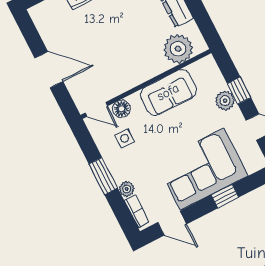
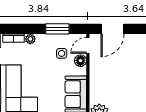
door: (49, 70) -> (112, 29), moved
window: (103, 176) -> (57, 29), moved

